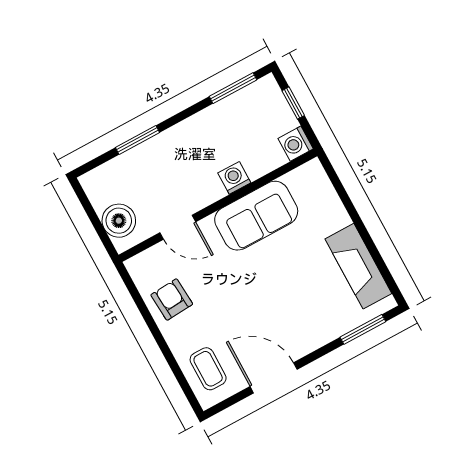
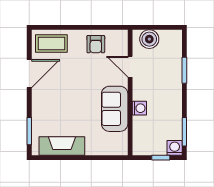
washing machine: (296, 144) -> (175, 148), moved
door: (178, 227) -> (130, 67), hinge flipped
armchair: (172, 300) -> (96, 44), turned 94
coffee table: (208, 369) -> (51, 43), width x1.36, depth x1.30

